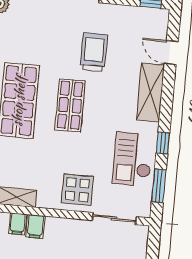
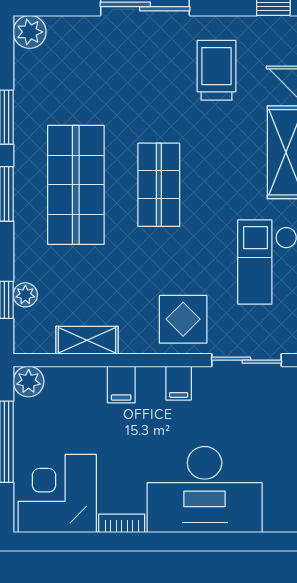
trolley: (94, 52) -> (217, 70), moved
filing cabinet: (18, 224) -> (179, 383), moved

